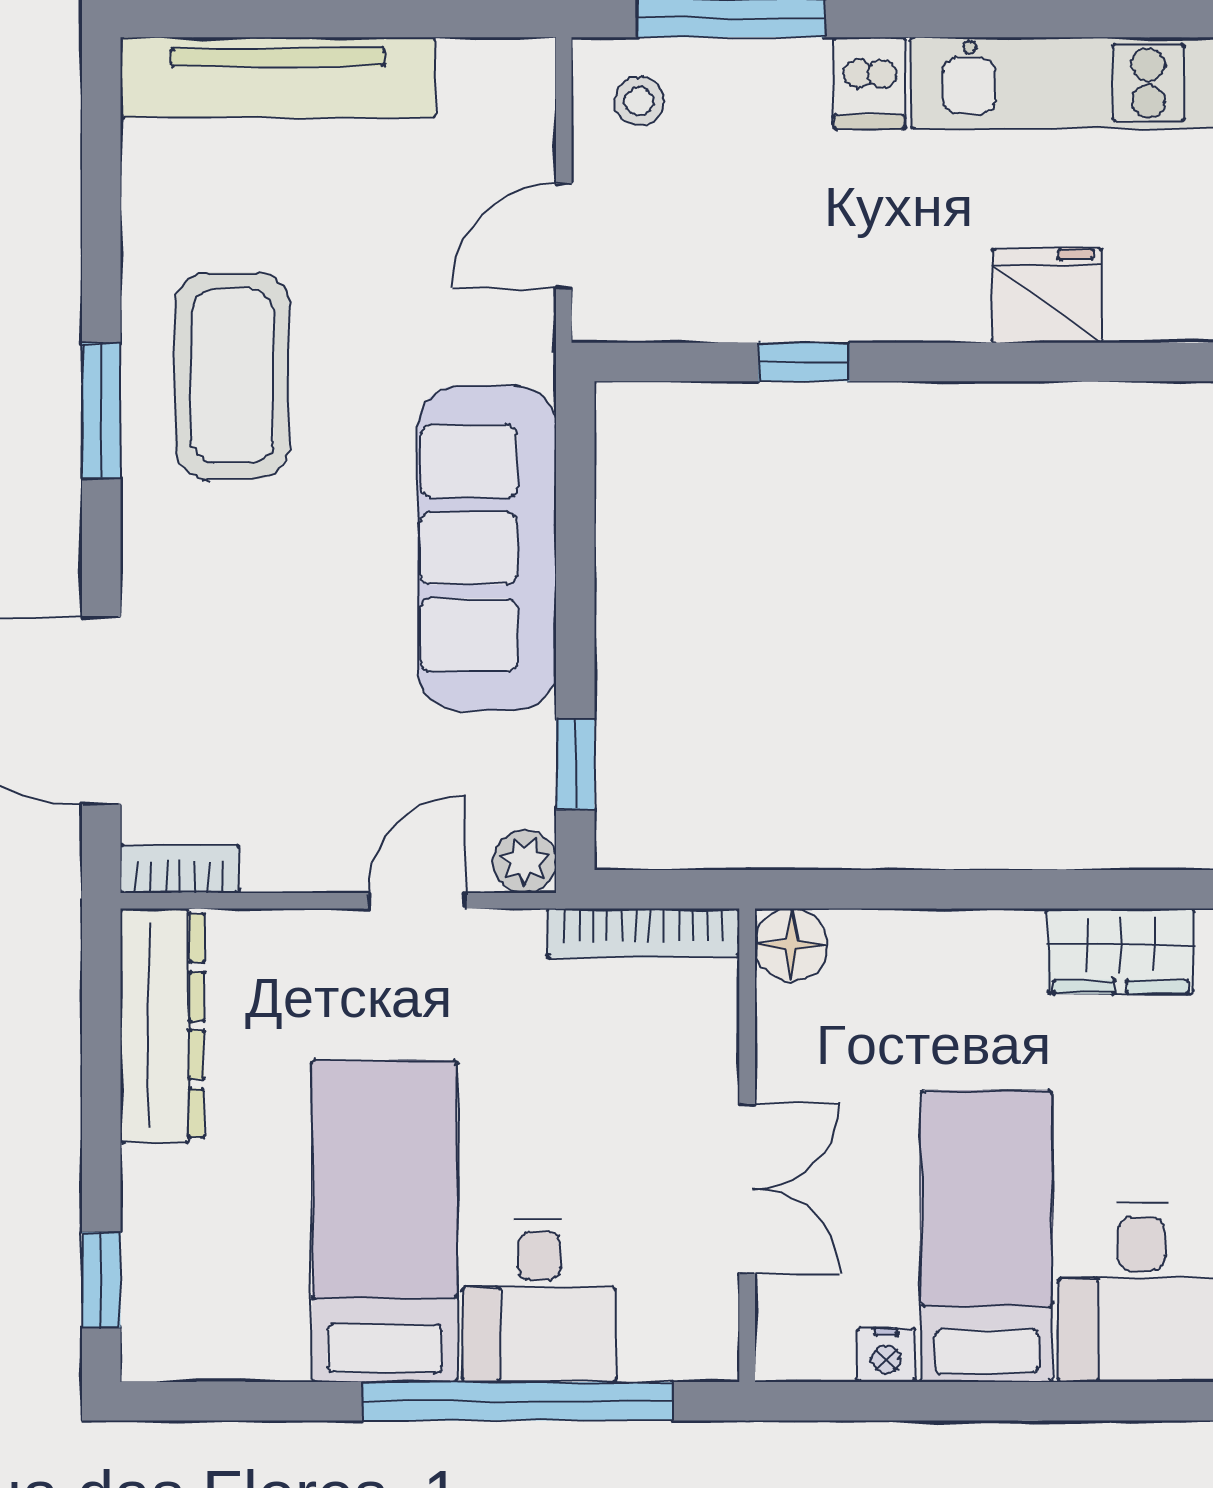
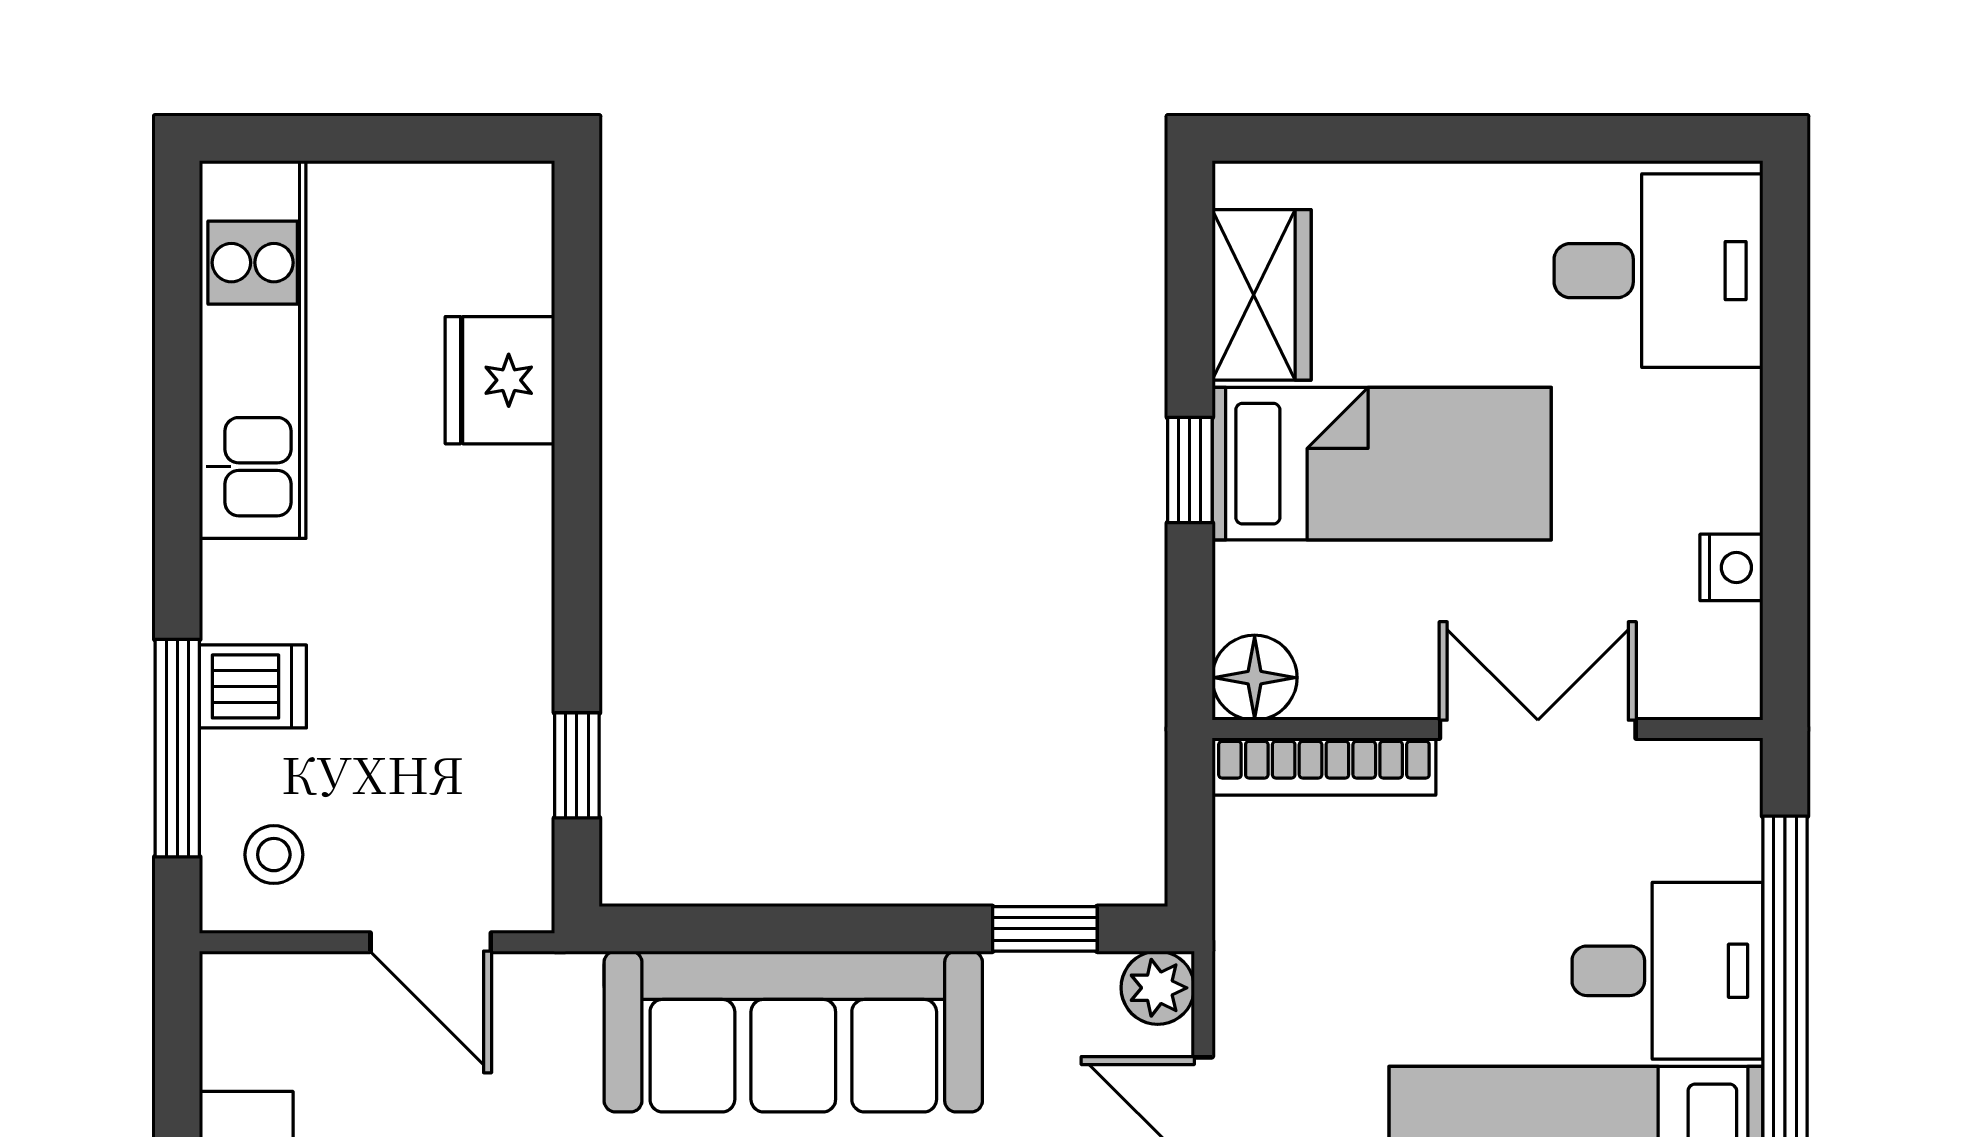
dishwasher: (869, 83) -> (253, 686), moved
window: (804, 362) -> (577, 765), moved
window: (970, 889) -> (1190, 470), added
bookcase: (643, 933) -> (1324, 767), moved, turned 90
bed: (987, 1236) -> (1382, 464), moved, turned 180

